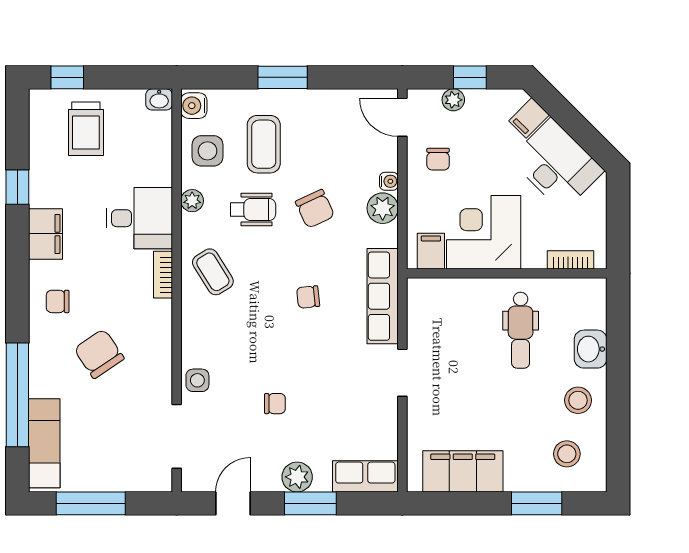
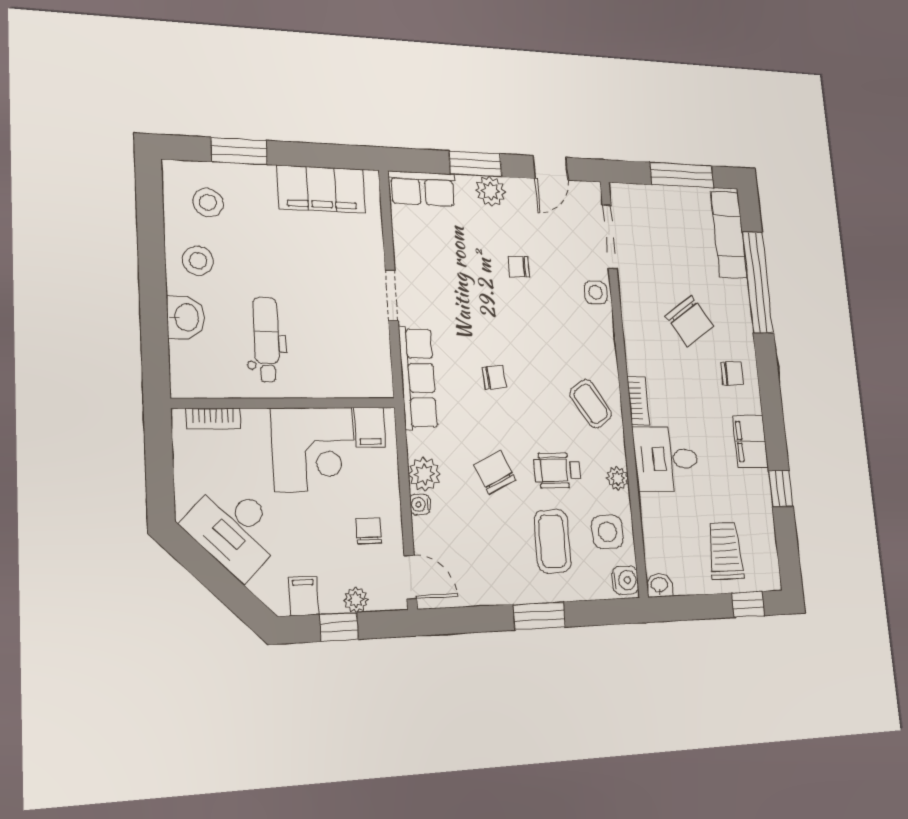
filing cabinet: (529, 118) -> (303, 596), moved, turned -45

